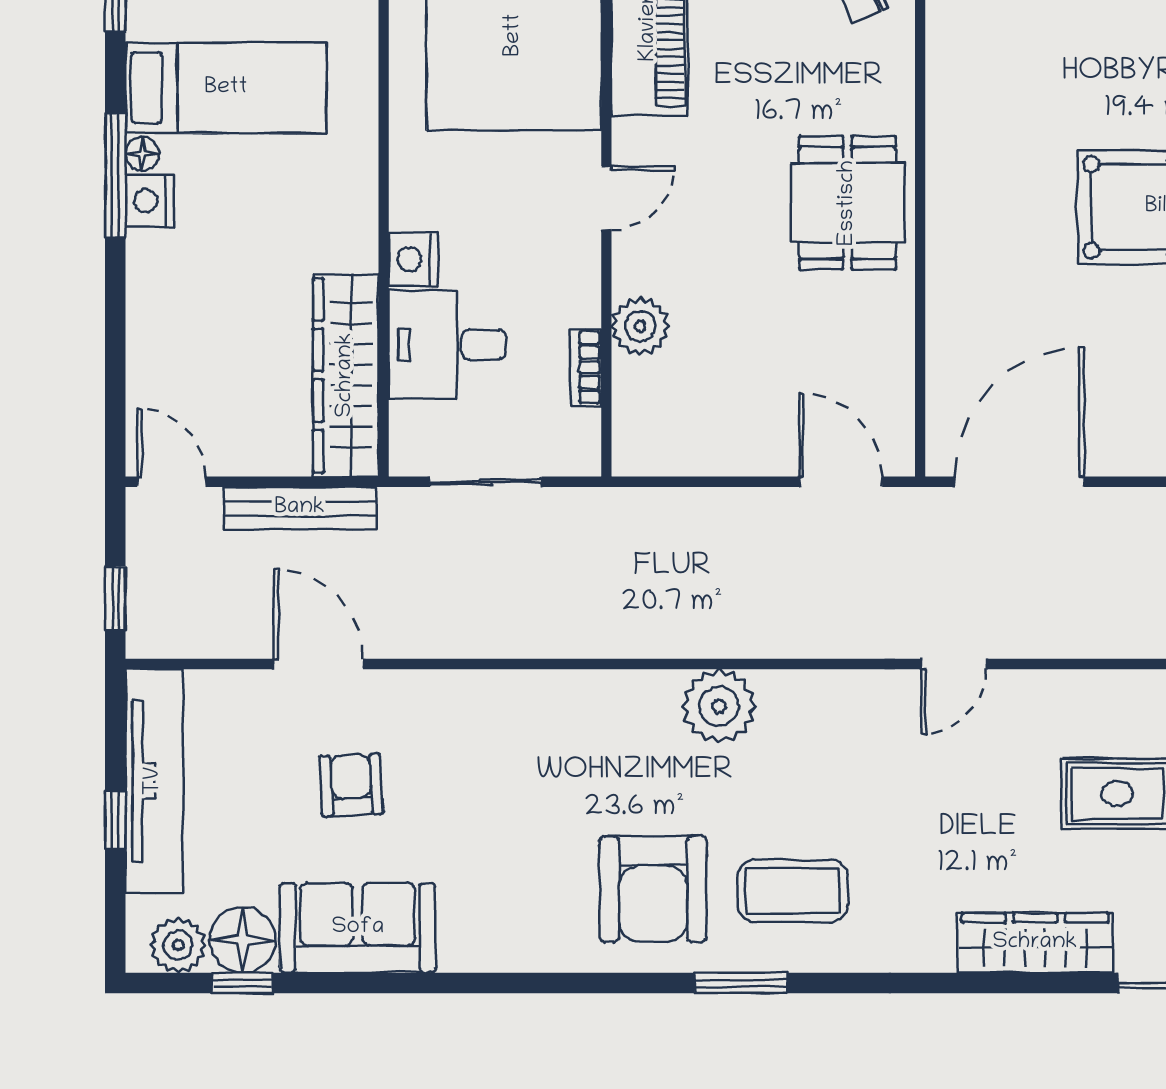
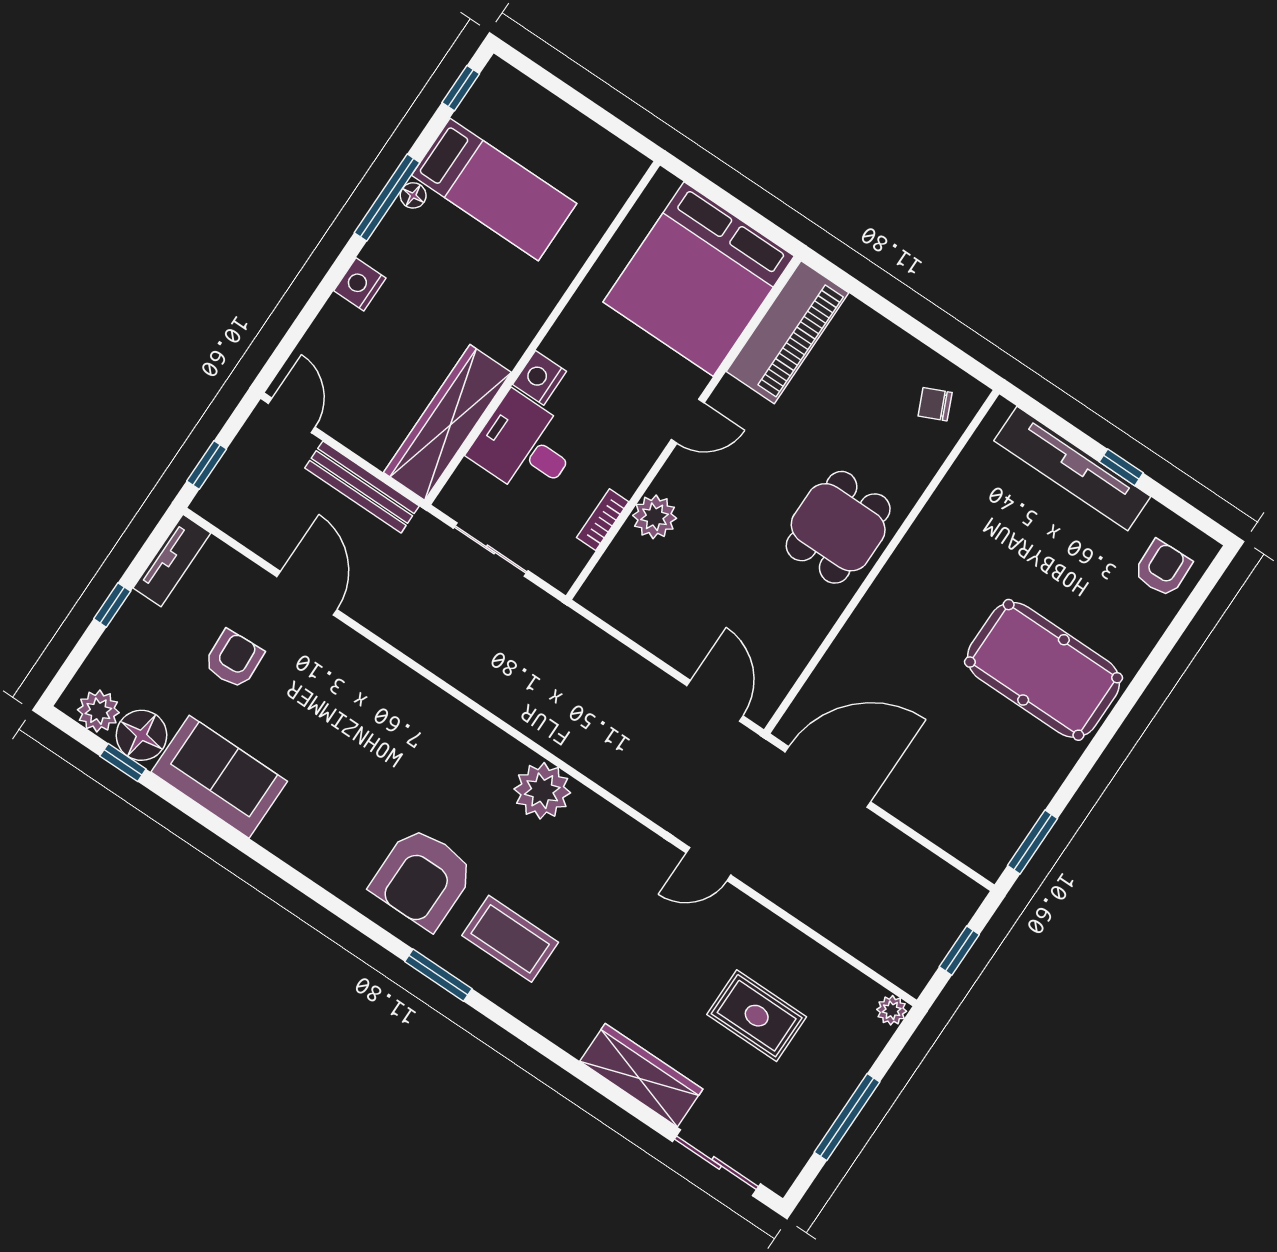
nightstand: (149, 201) -> (360, 284), moved
tv unit: (154, 781) -> (172, 561), width x0.52, depth x0.78
armchair: (351, 785) -> (234, 659), moved

